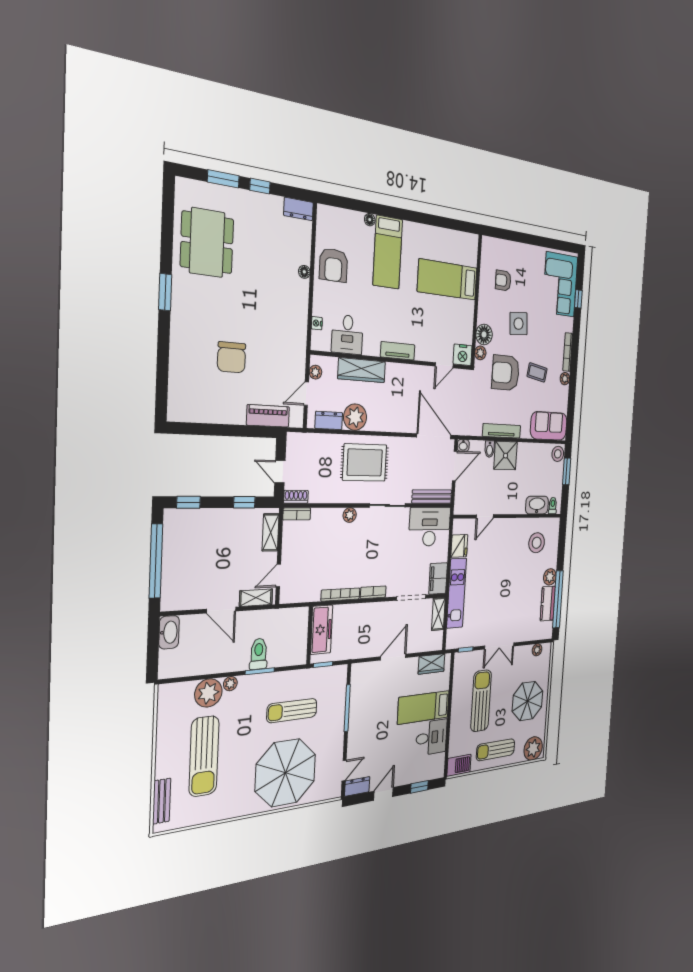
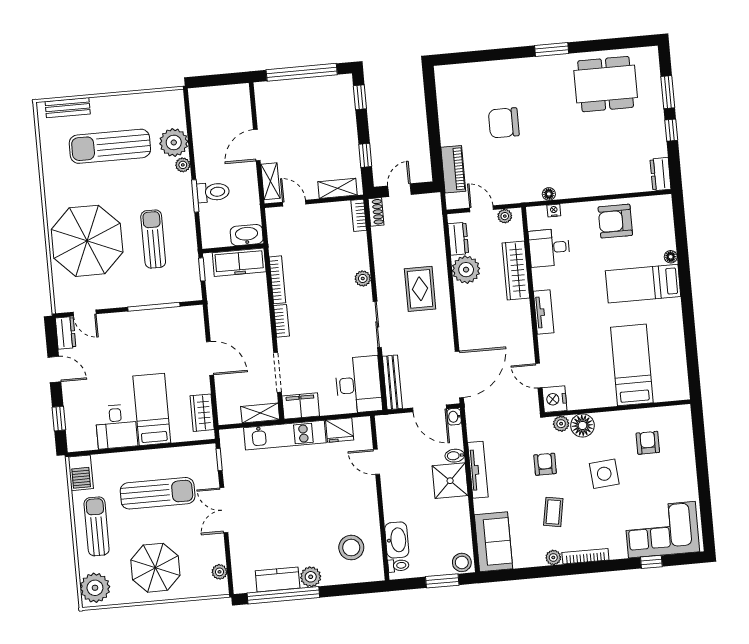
floor lamp: (304, 272) -> (549, 194), moved
armchair: (506, 373) -> (545, 464), width x0.53, depth x0.53
rug: (365, 462) -> (420, 289), width x0.73, depth x0.70
washbasin: (169, 632) -> (247, 235), moved, turned 180

